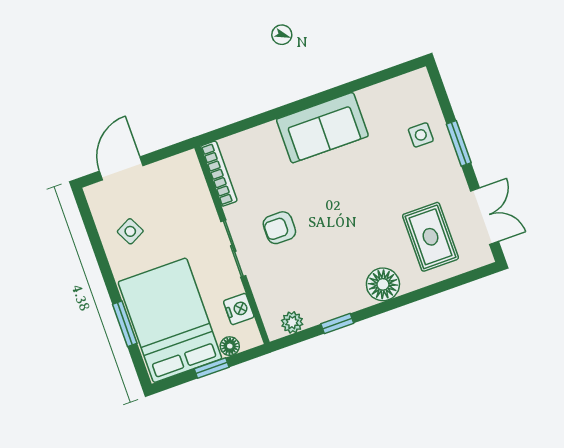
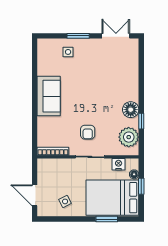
rug: (430, 237) -> (117, 64), removed
floor lamp: (383, 284) -> (131, 110), moved
plant: (292, 322) -> (129, 137), width x1.88, depth x1.88

